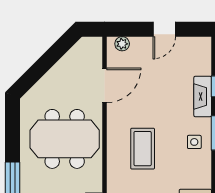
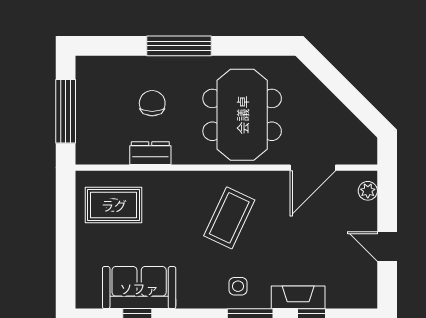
door: (105, 85) -> (313, 168), hinge flipped
coffee table: (143, 149) -> (229, 218), turned -65

